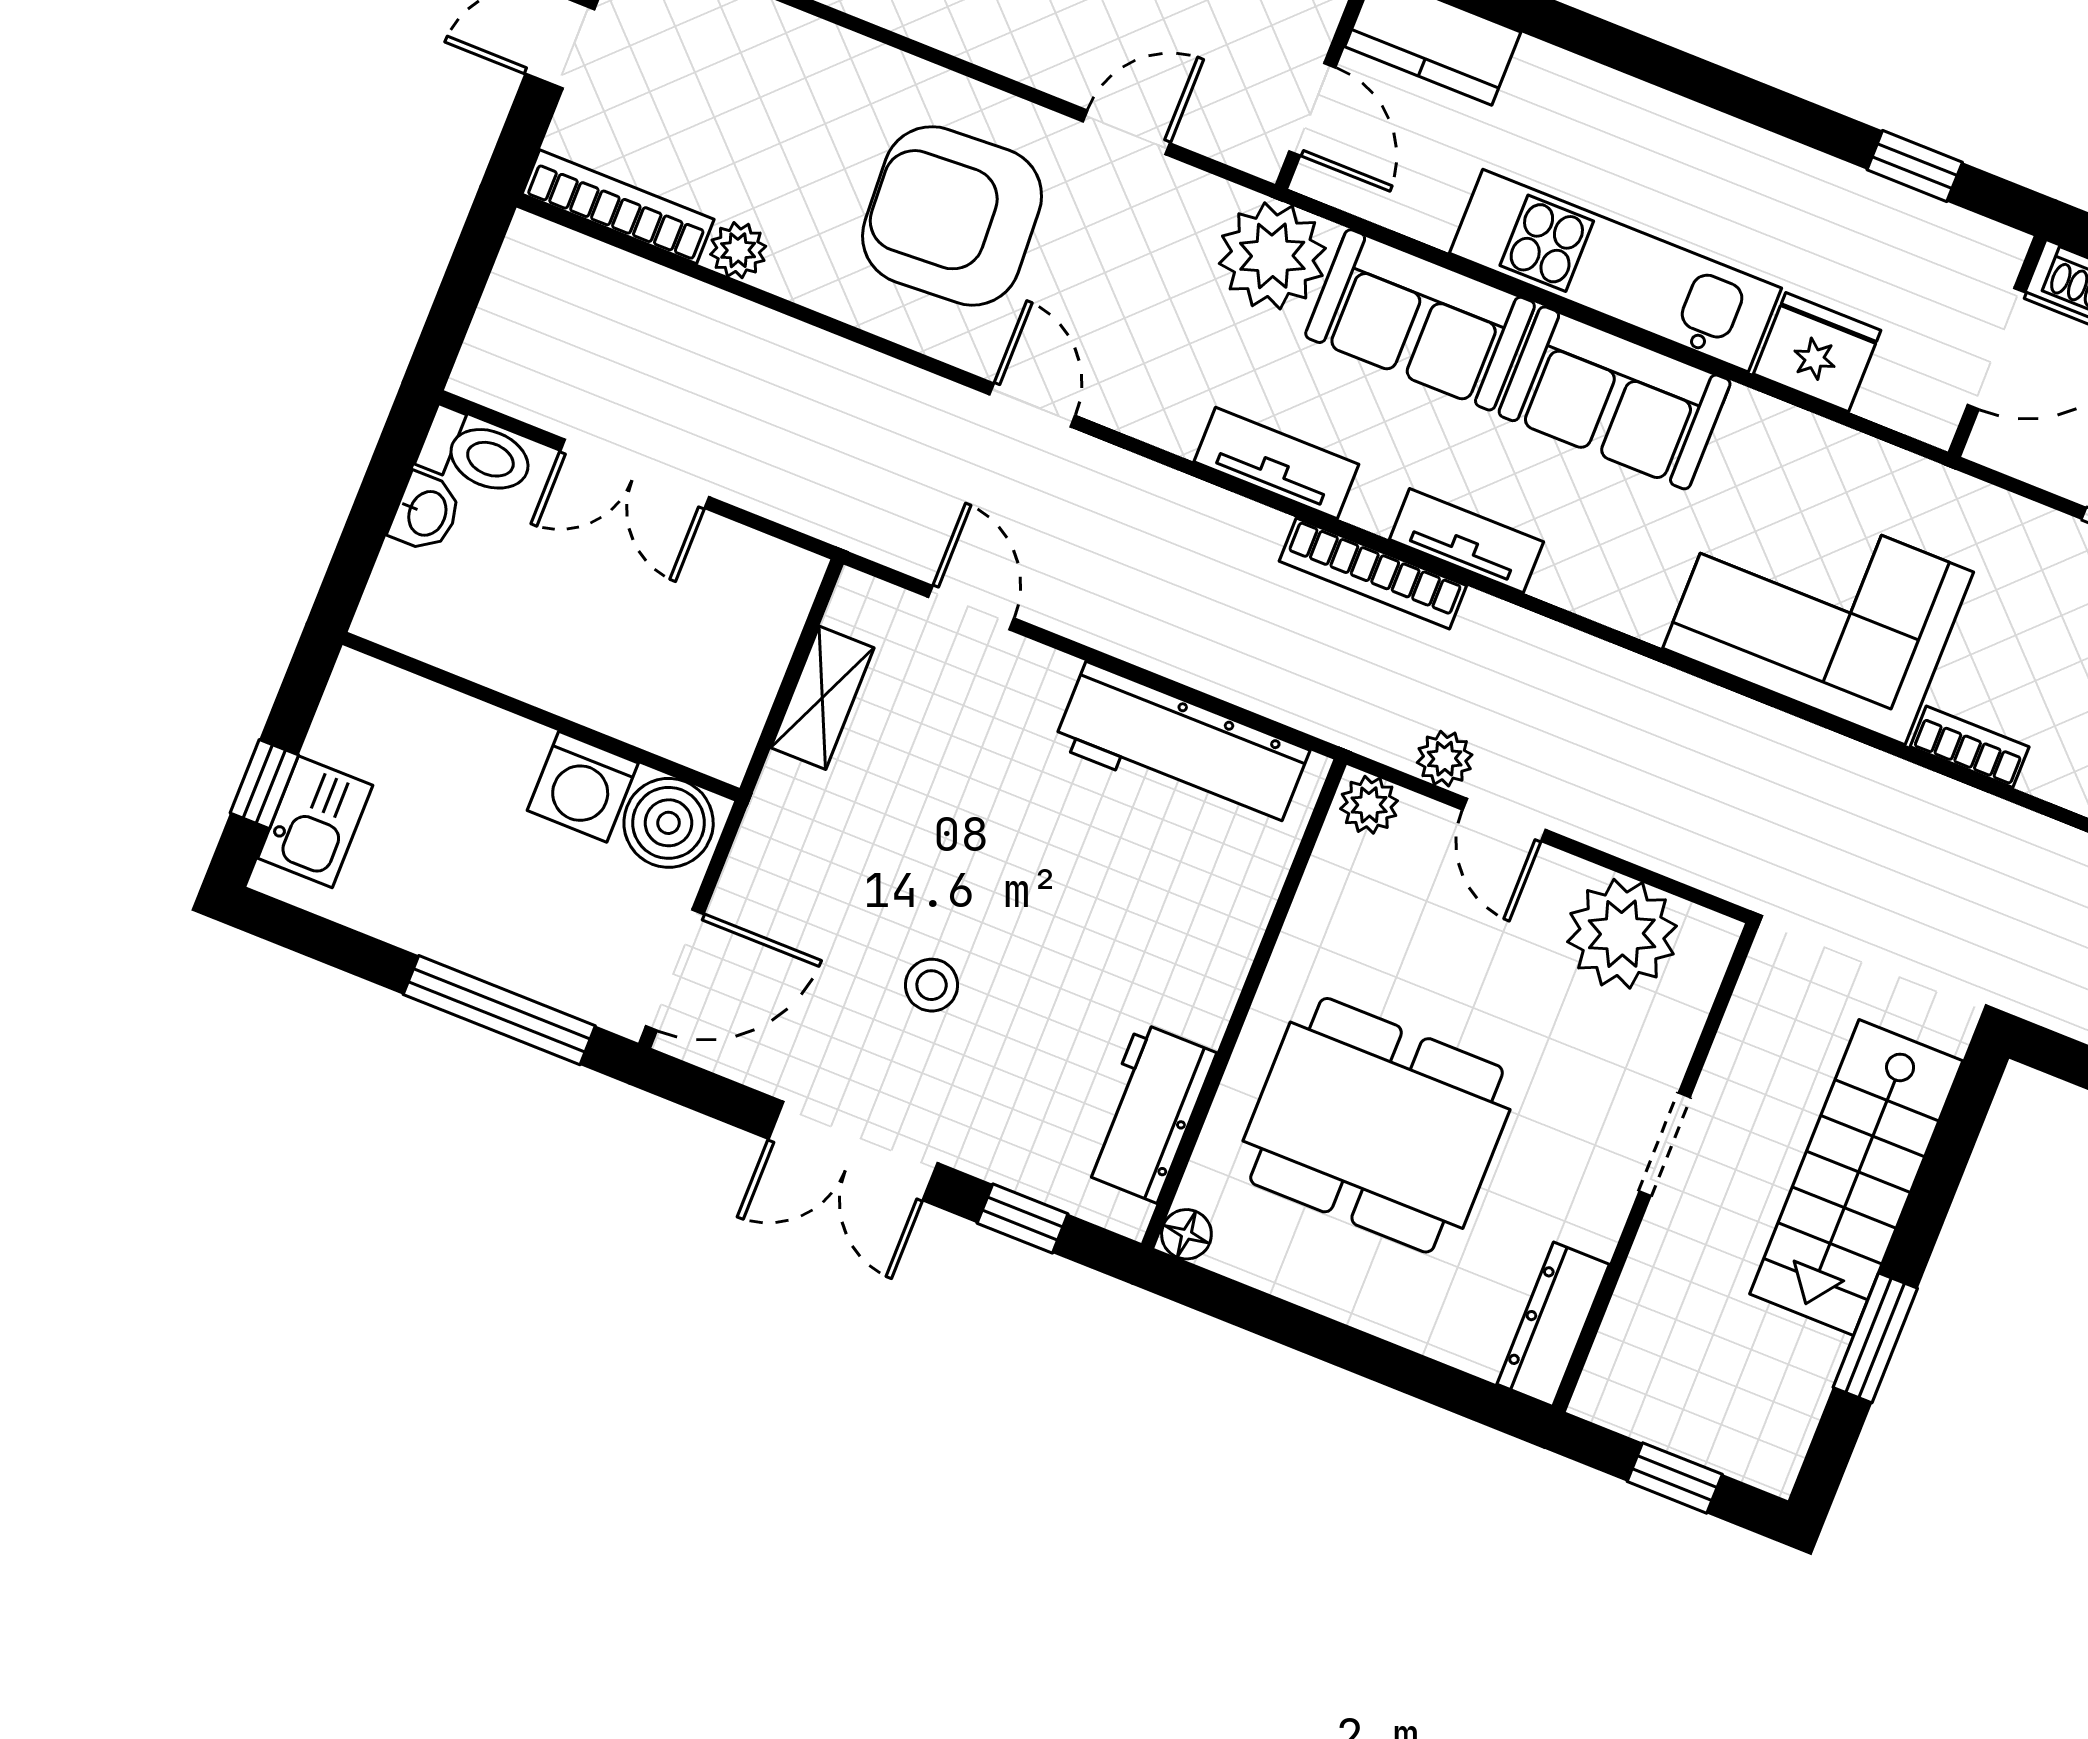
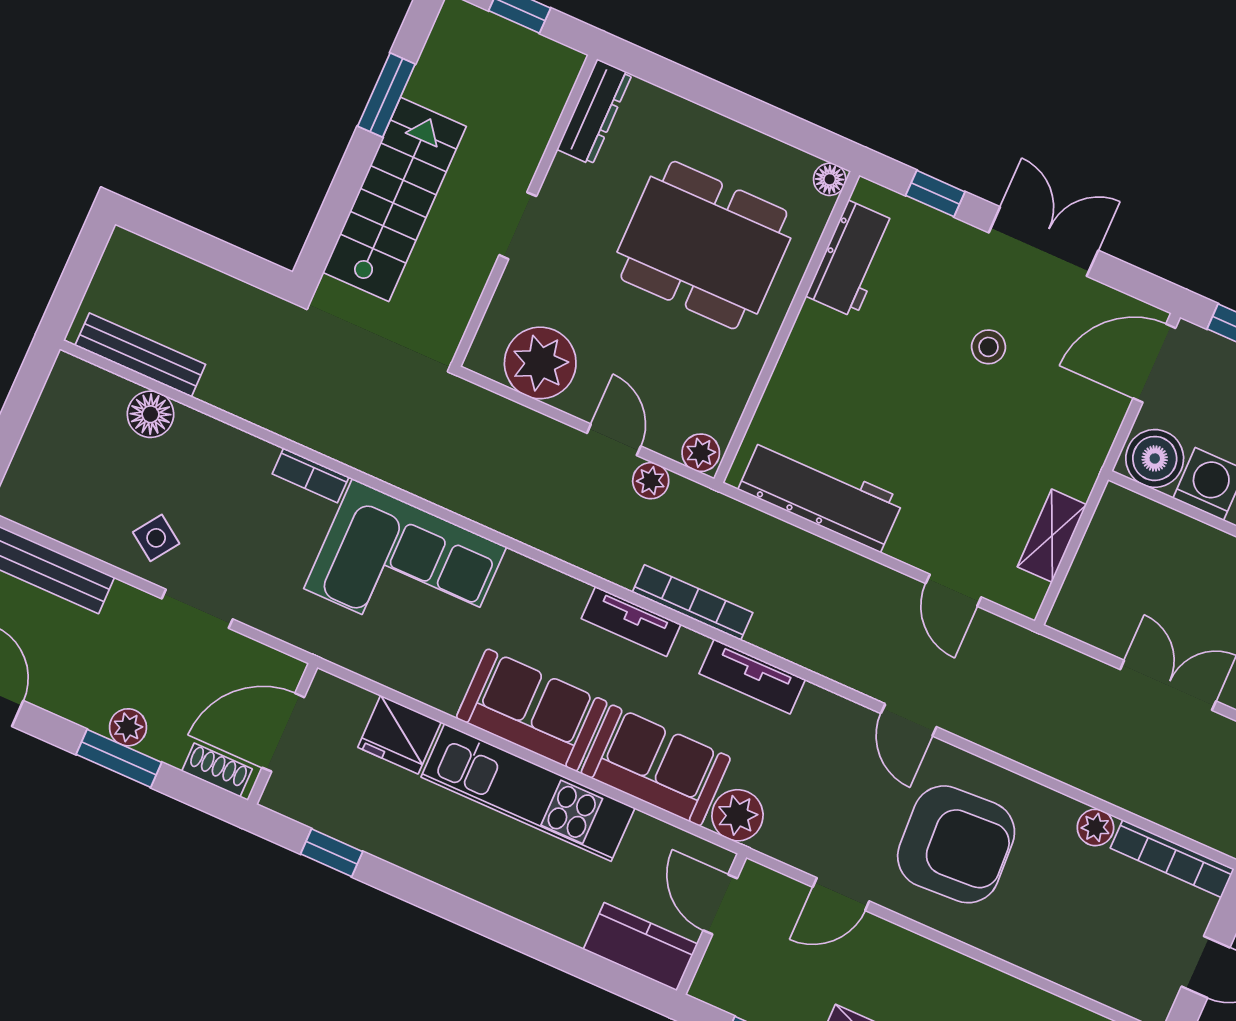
plant: (1272, 256) -> (737, 815), width x0.73, depth x0.73

